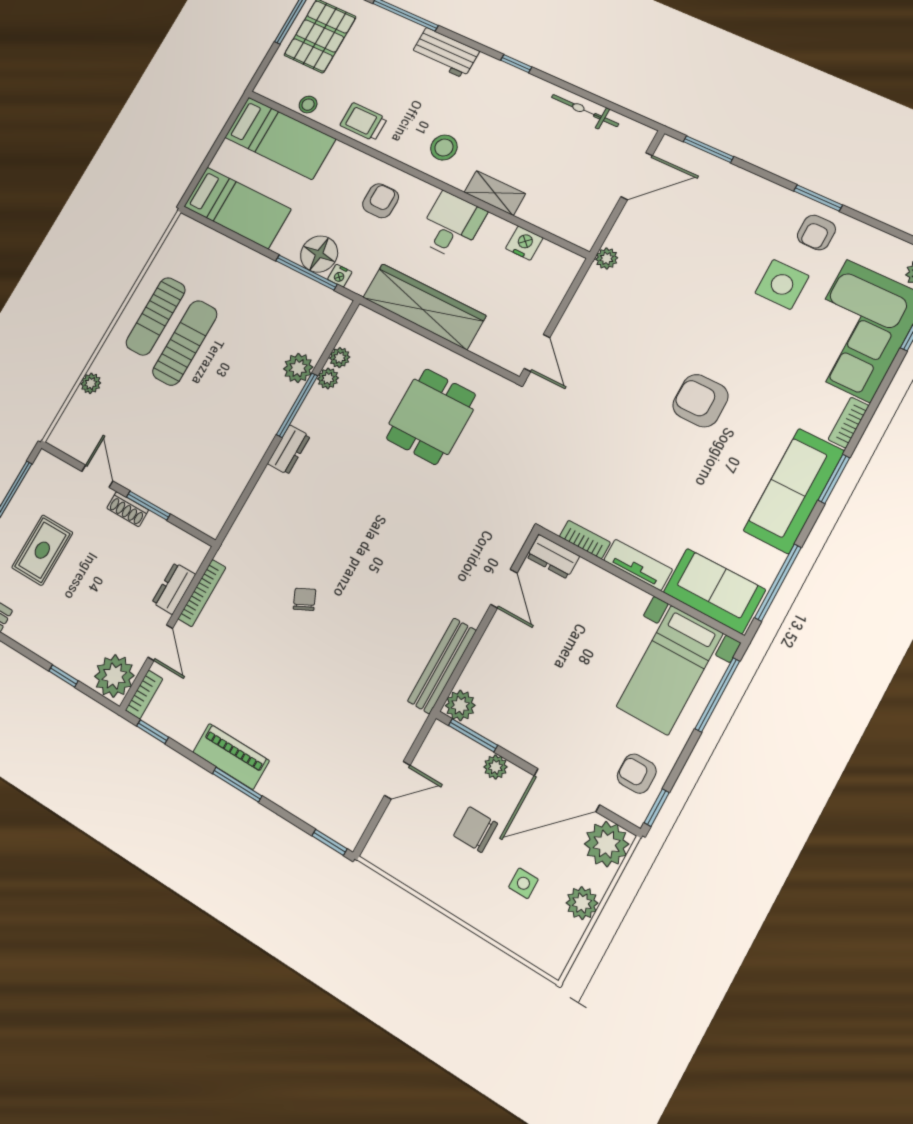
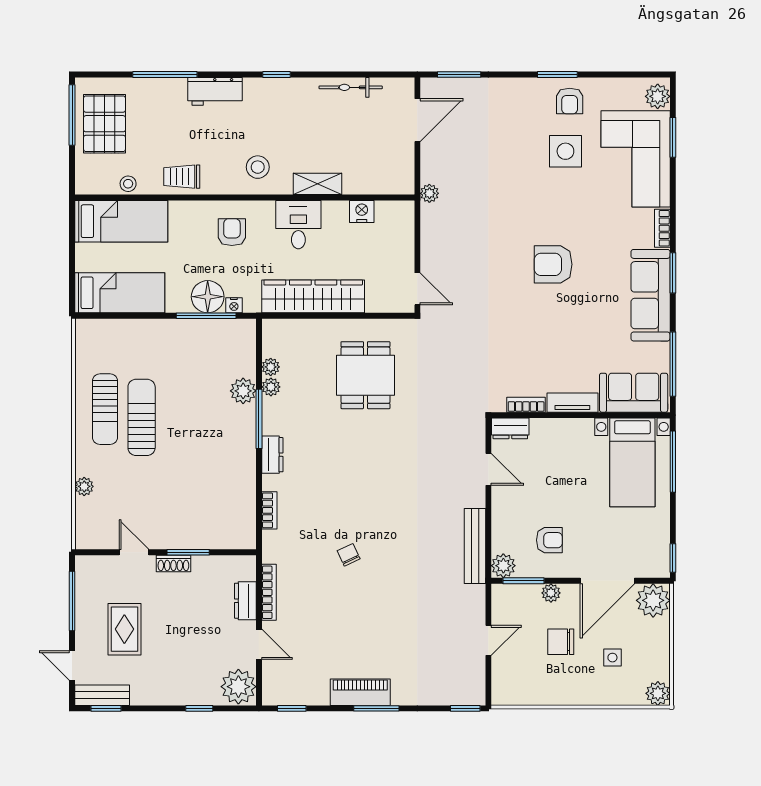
bookcase: (144, 695) -> (269, 510), moved
armchair: (637, 774) -> (549, 540), moved, turned 180
plant: (582, 903) -> (658, 693), moved

